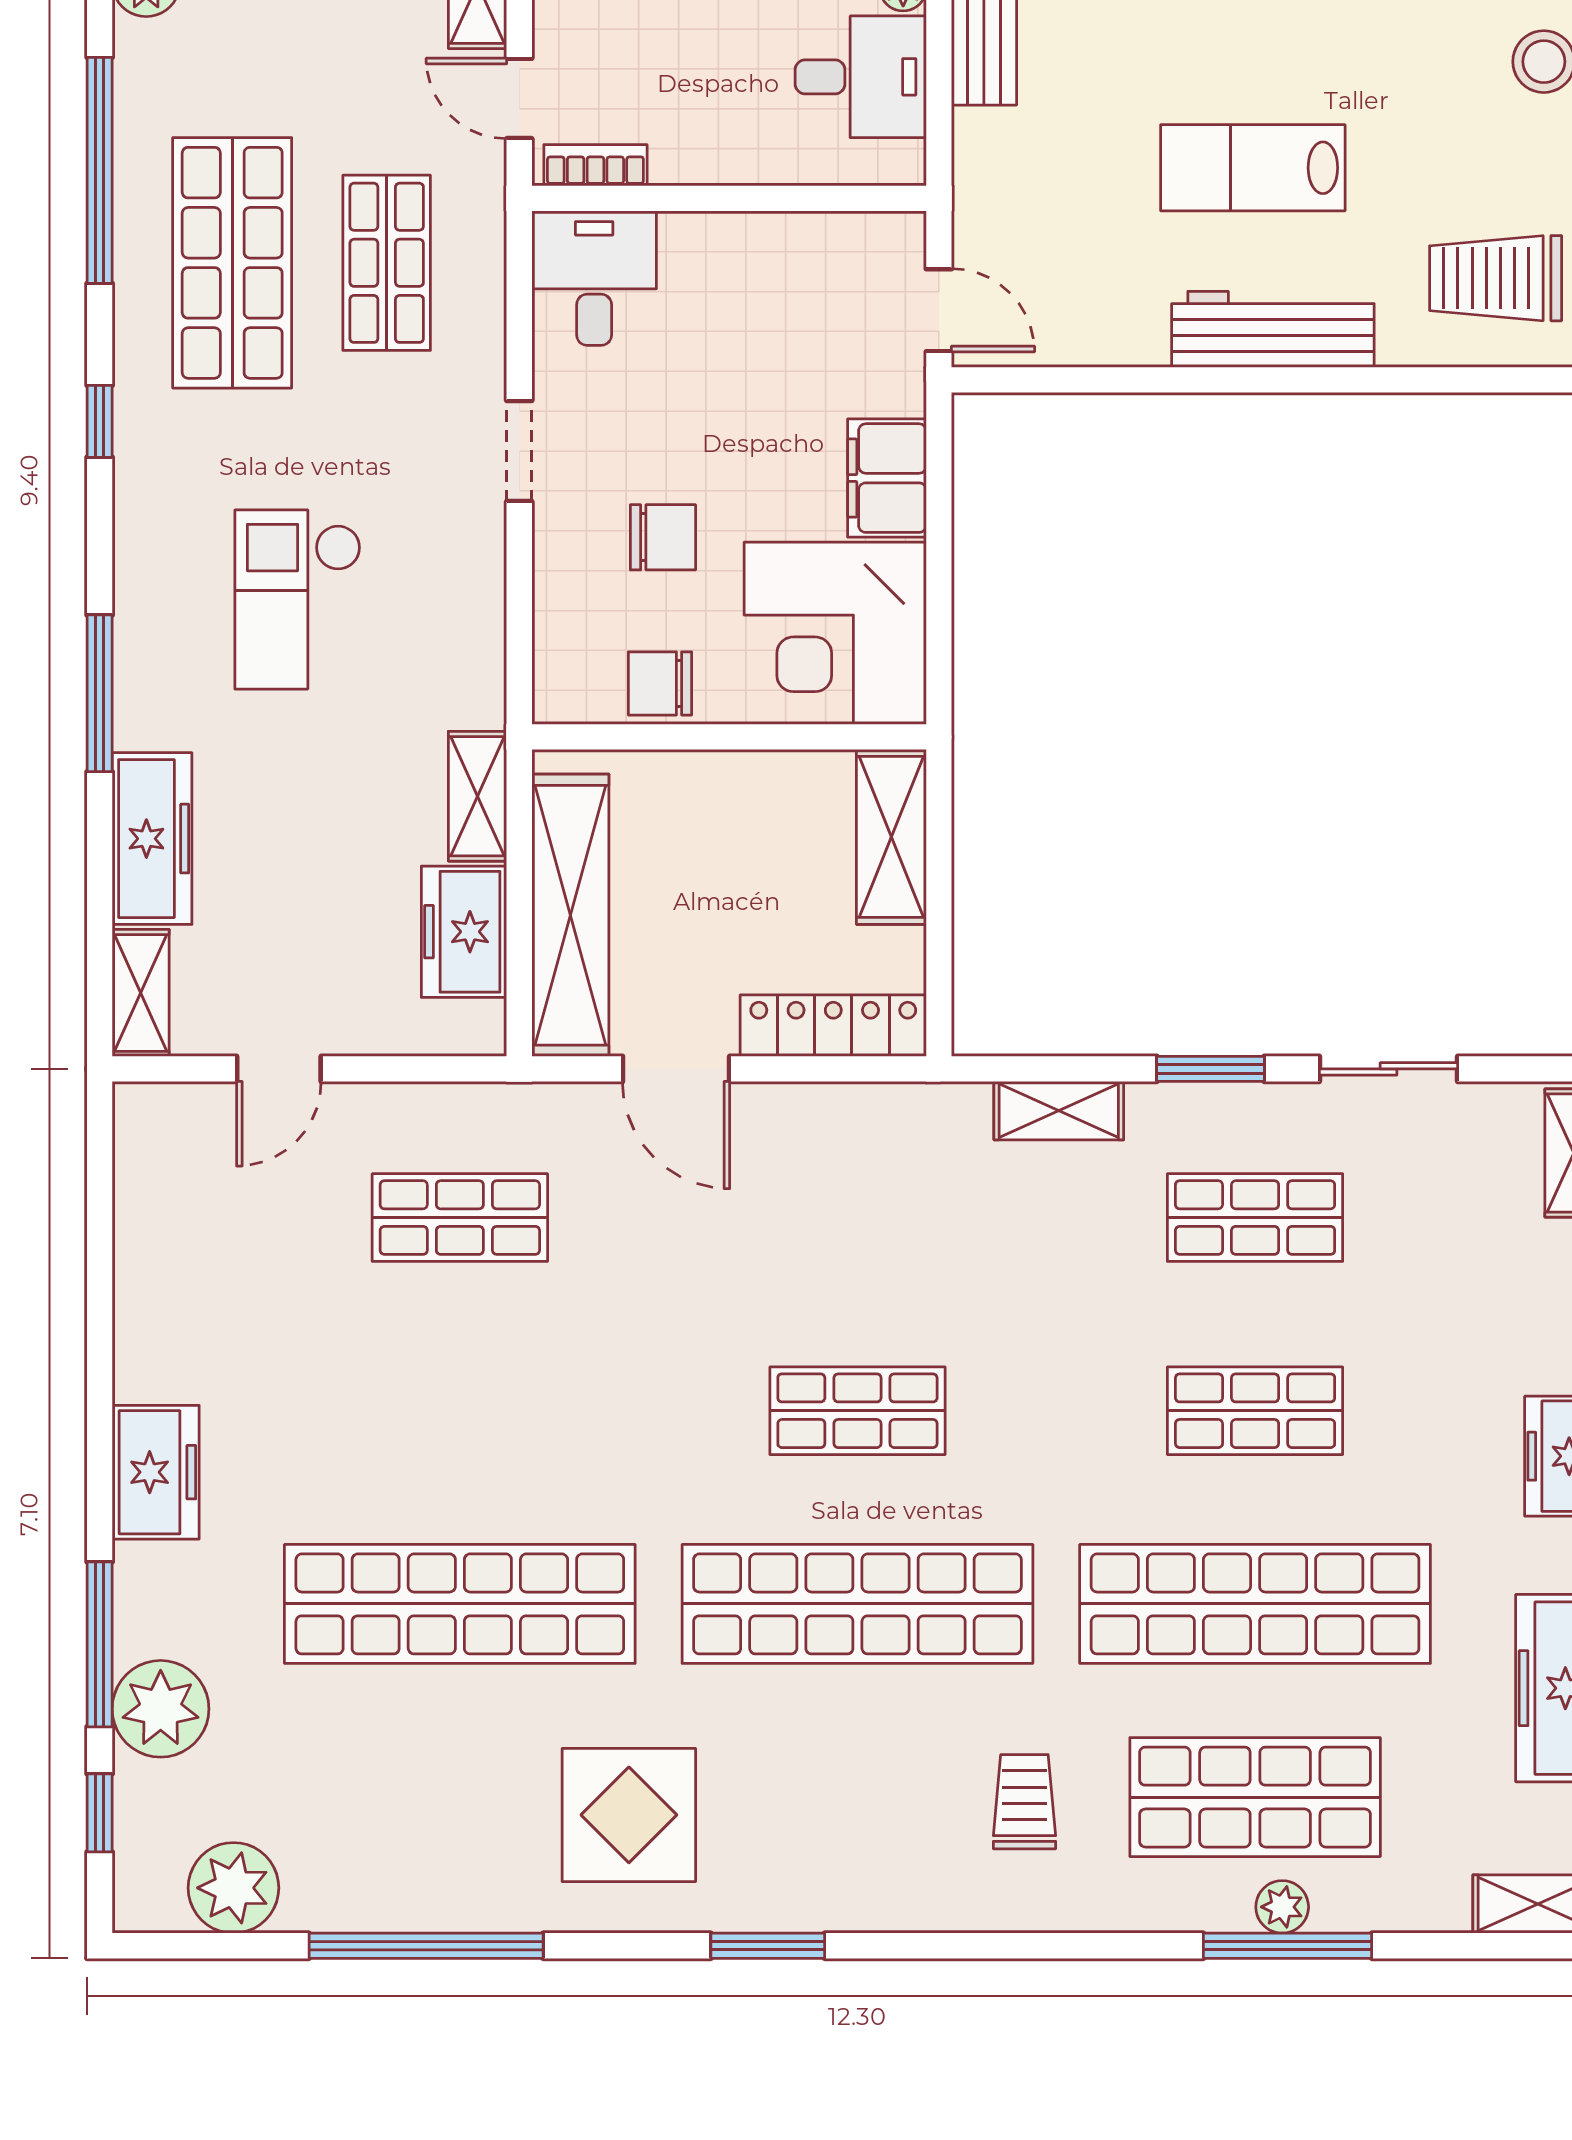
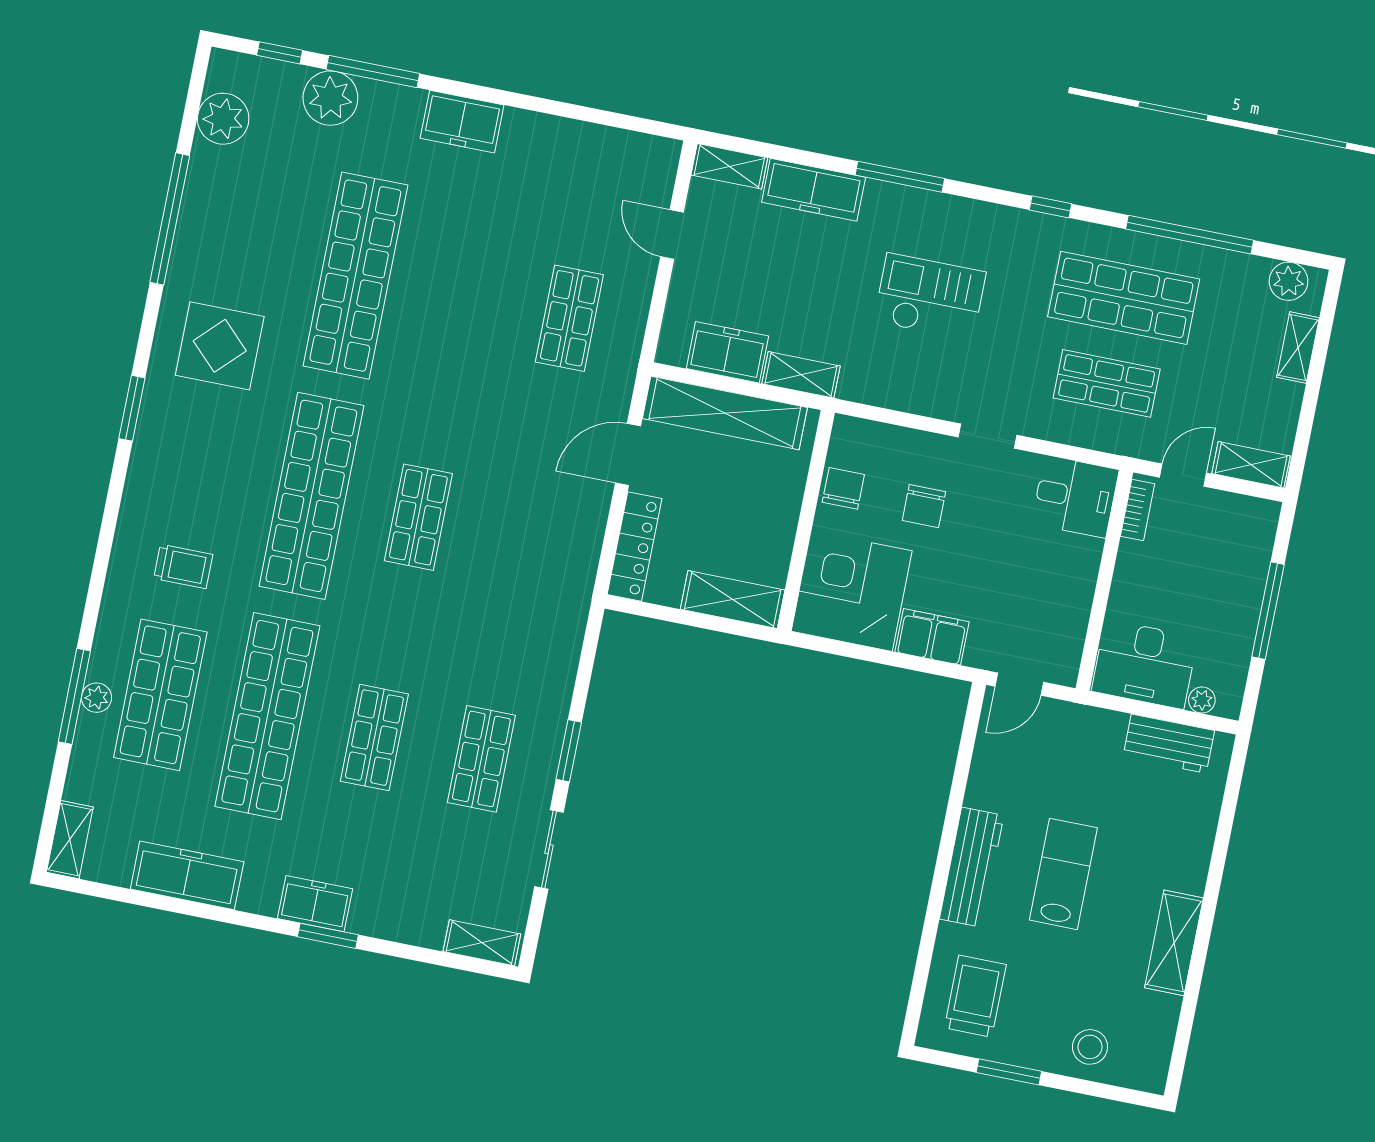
desk: (861, 77) -> (1145, 664), width x1.37
shelving: (1059, 1111) -> (562, 662), removed

